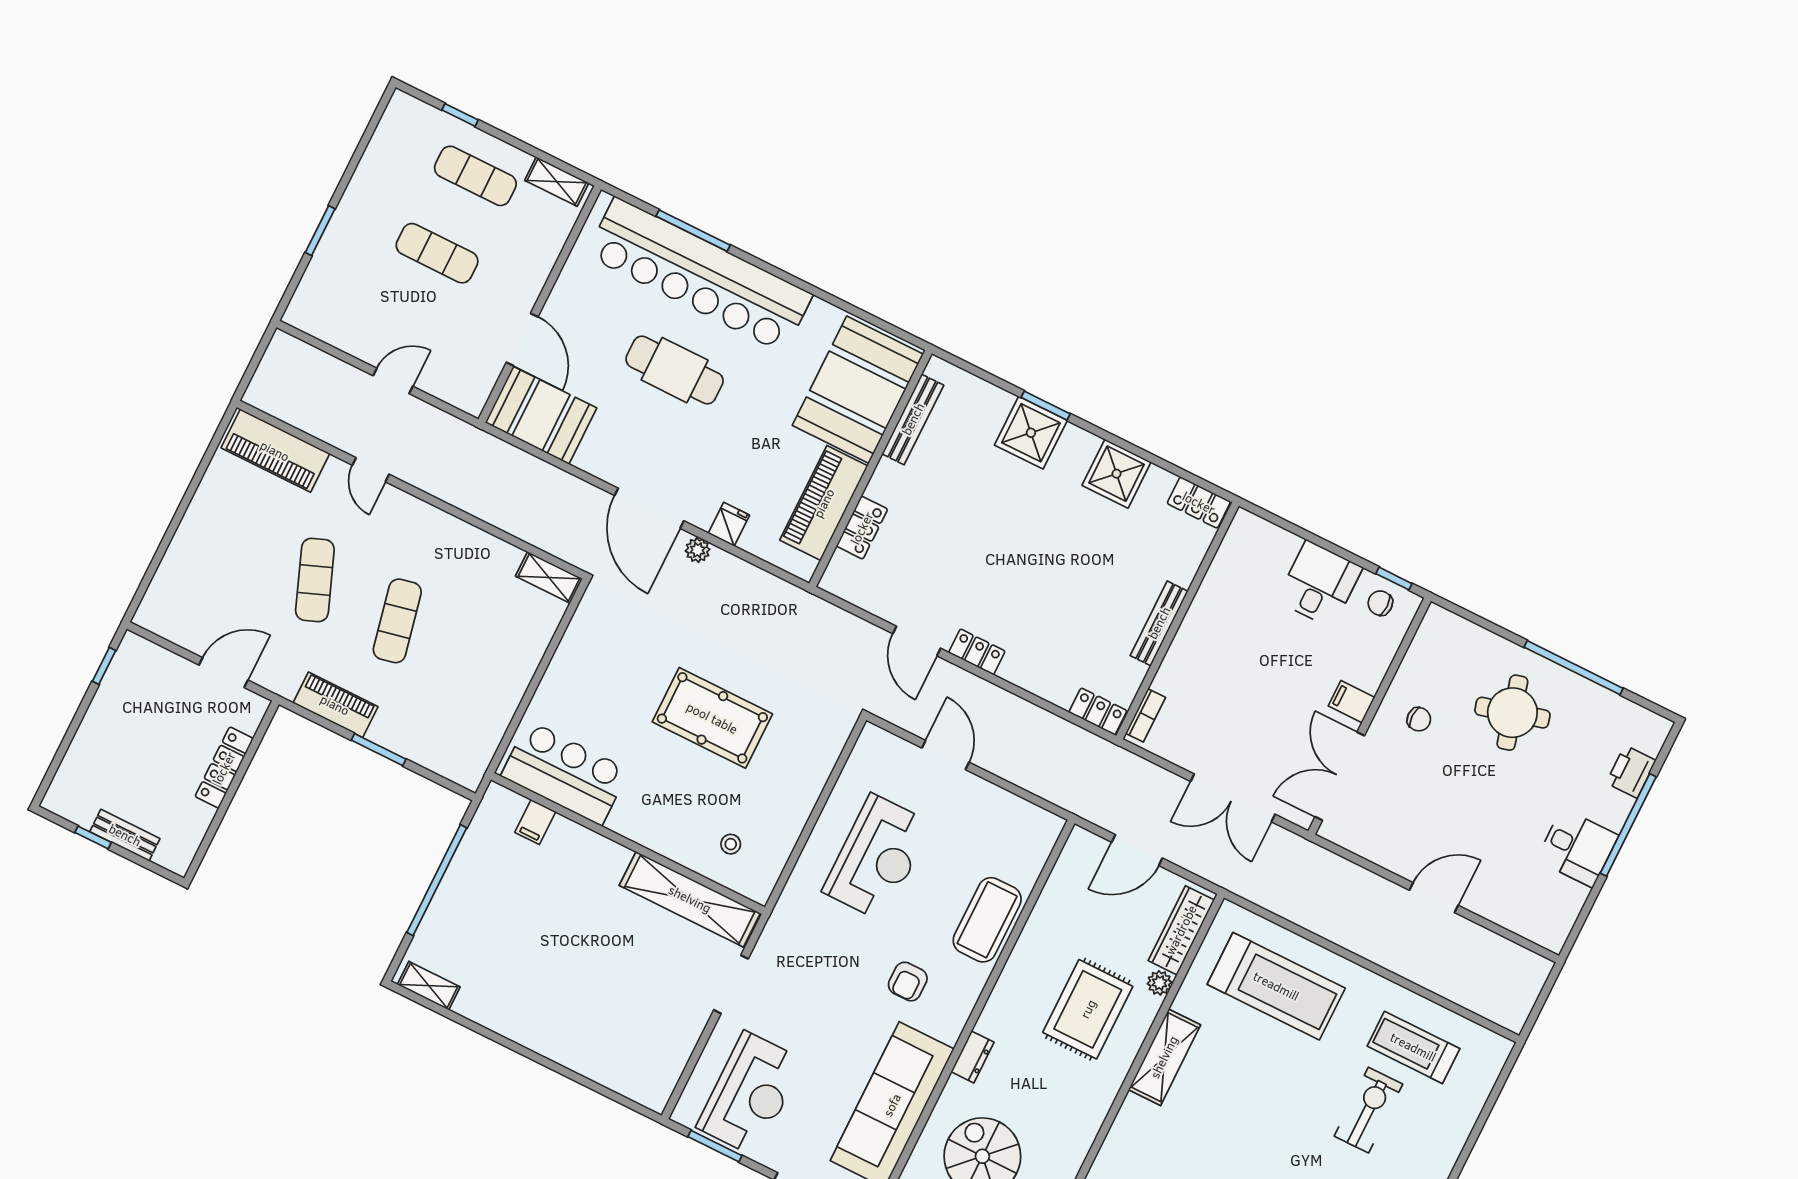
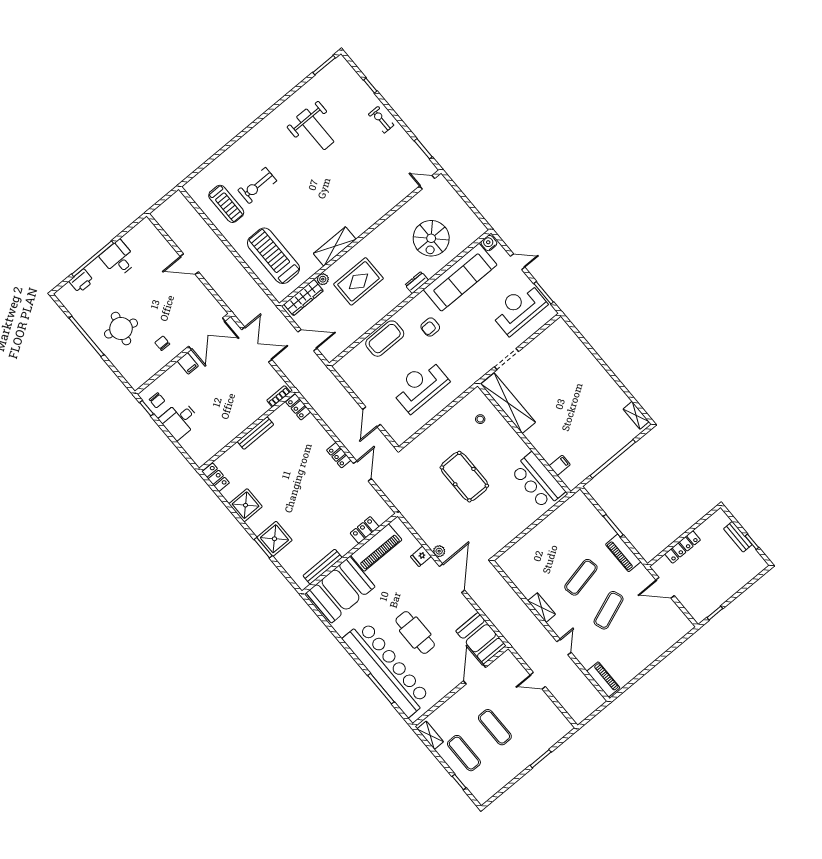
piano: (275, 451) -> (603, 679), width x0.73, depth x0.75
shelving: (549, 577) -> (542, 608), moved
round table: (1512, 713) -> (121, 329), turned 31
armchair: (908, 982) -> (430, 327), turned 180

